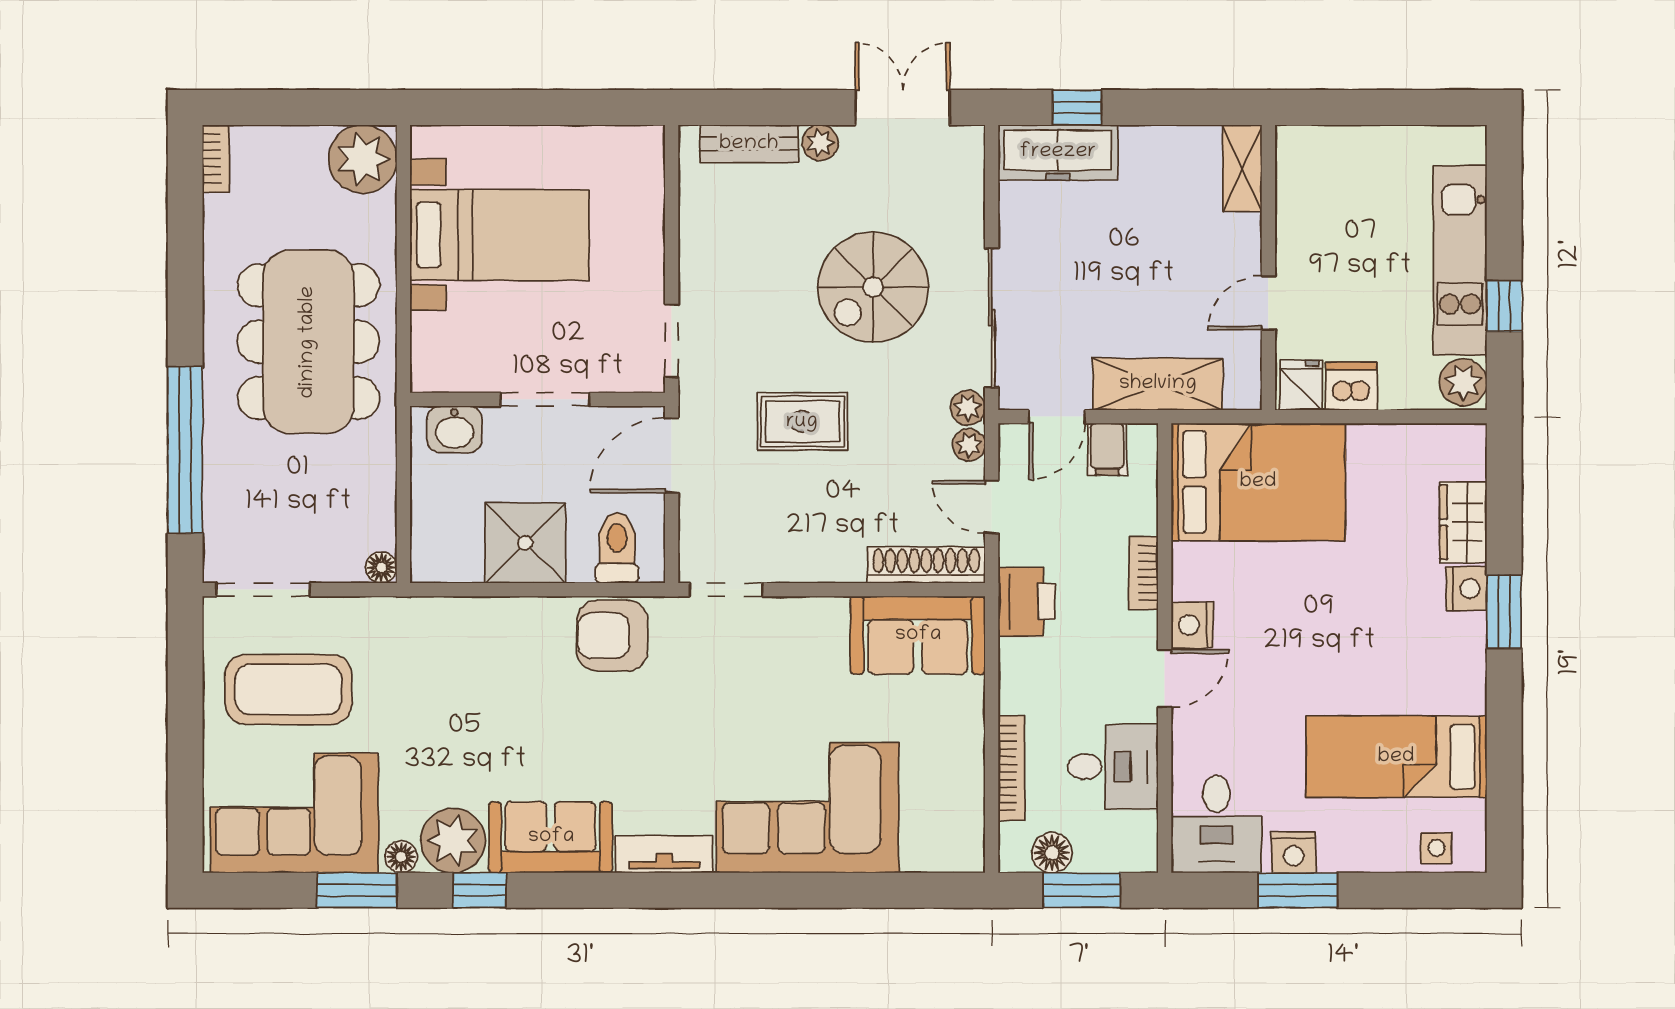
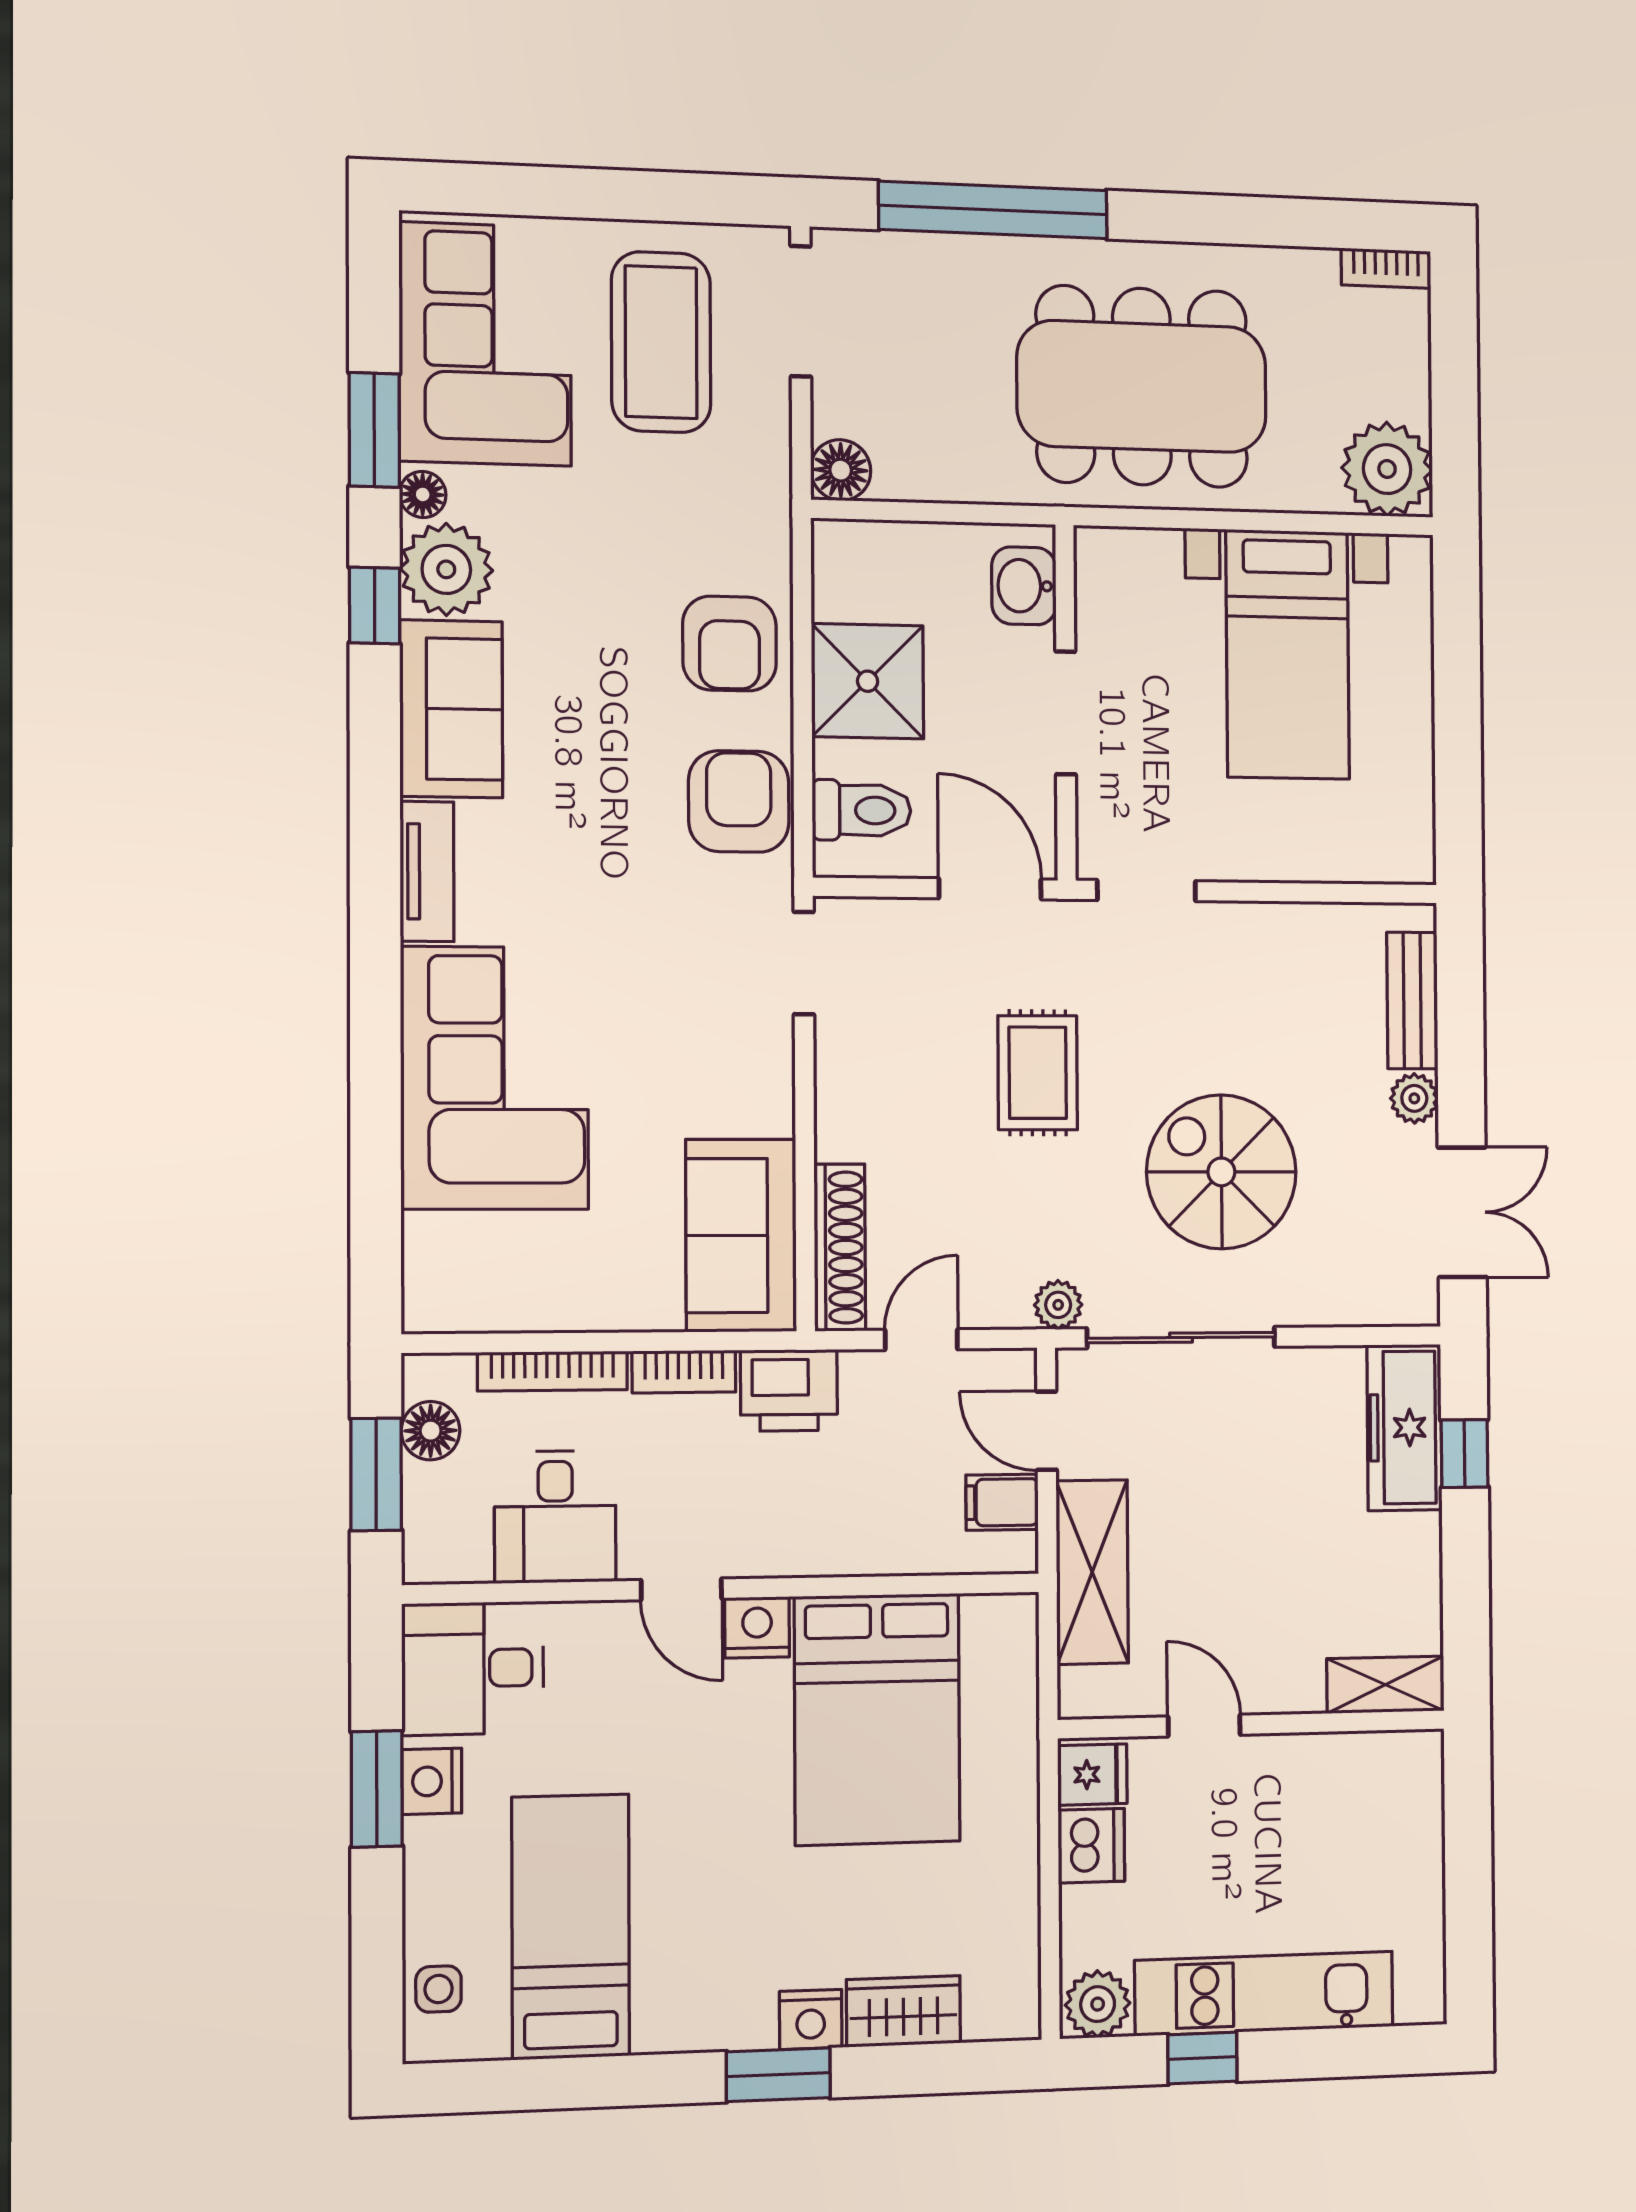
plant: (969, 445) -> (1007, 1307), removed
bed: (1258, 482) -> (877, 1719), moved
floor lamp: (381, 567) -> (841, 470), width x1.37, depth x1.37
bookcase: (1144, 573) -> (684, 1372), moved, turned 180
armchair: (501, 642) -> (729, 644), added

